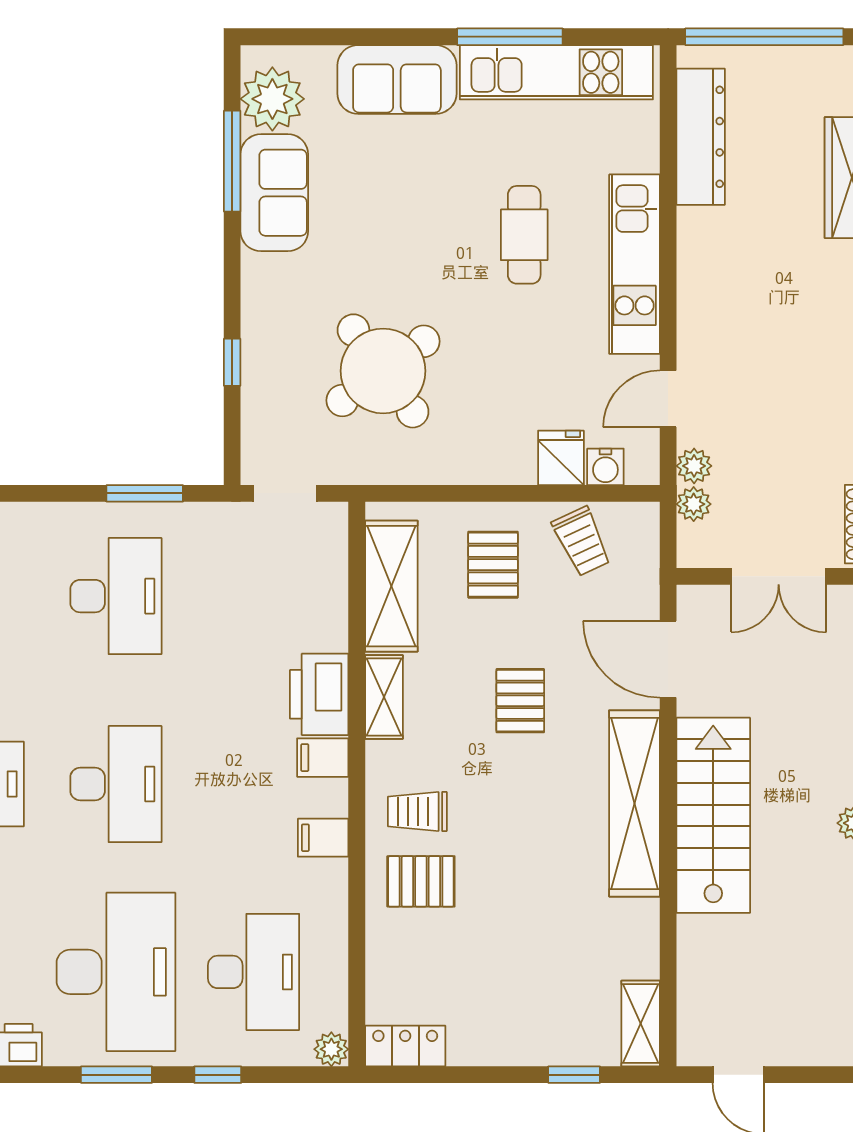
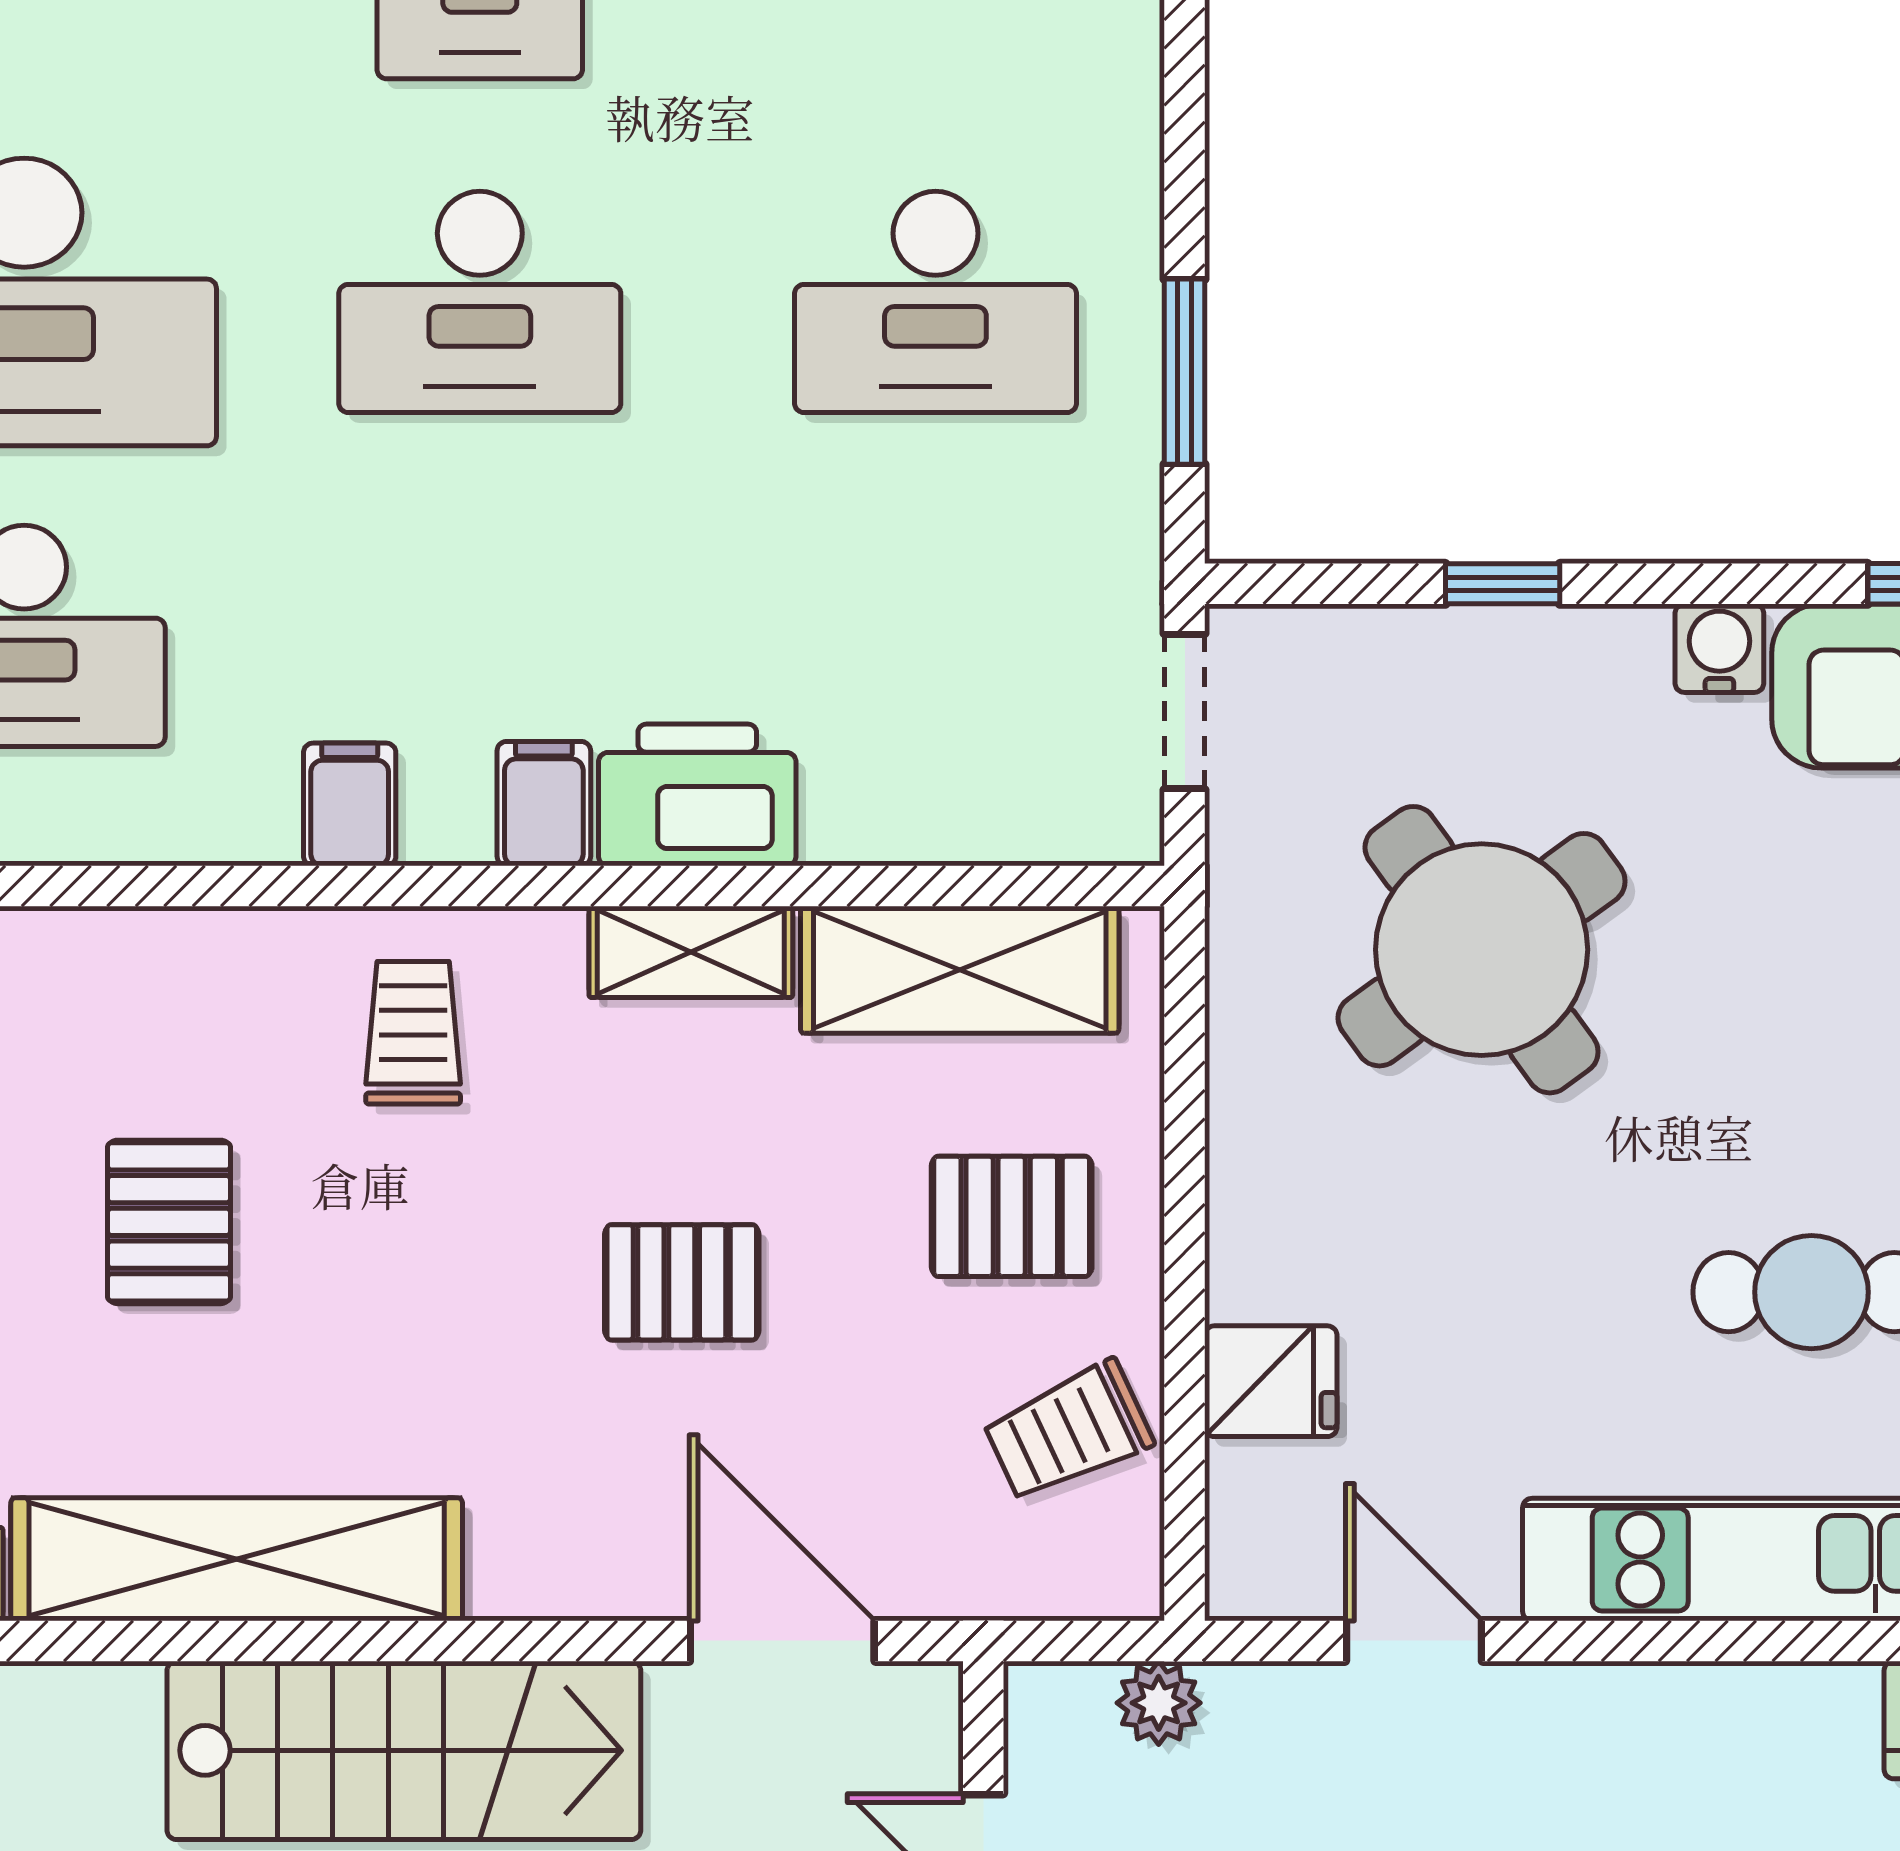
plant: (694, 466) -> (1251, 1704), removed
water cooler: (605, 467) -> (1719, 648), moved, turned 90
door: (668, 659) -> (782, 1641), hinge flipped
shelving: (634, 803) -> (237, 1559), moved
pallet: (421, 881) -> (169, 1222), moved

